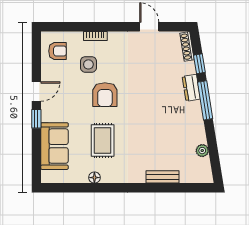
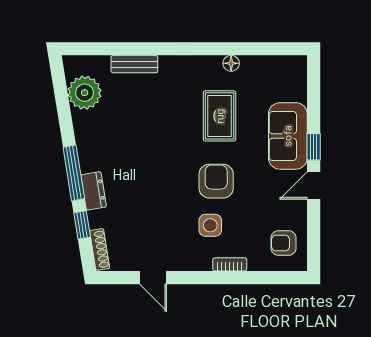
side table: (88, 64) -> (210, 225), moved
sofa: (54, 146) -> (288, 136), moved
plant: (202, 151) -> (85, 93), width x1.88, depth x1.88

